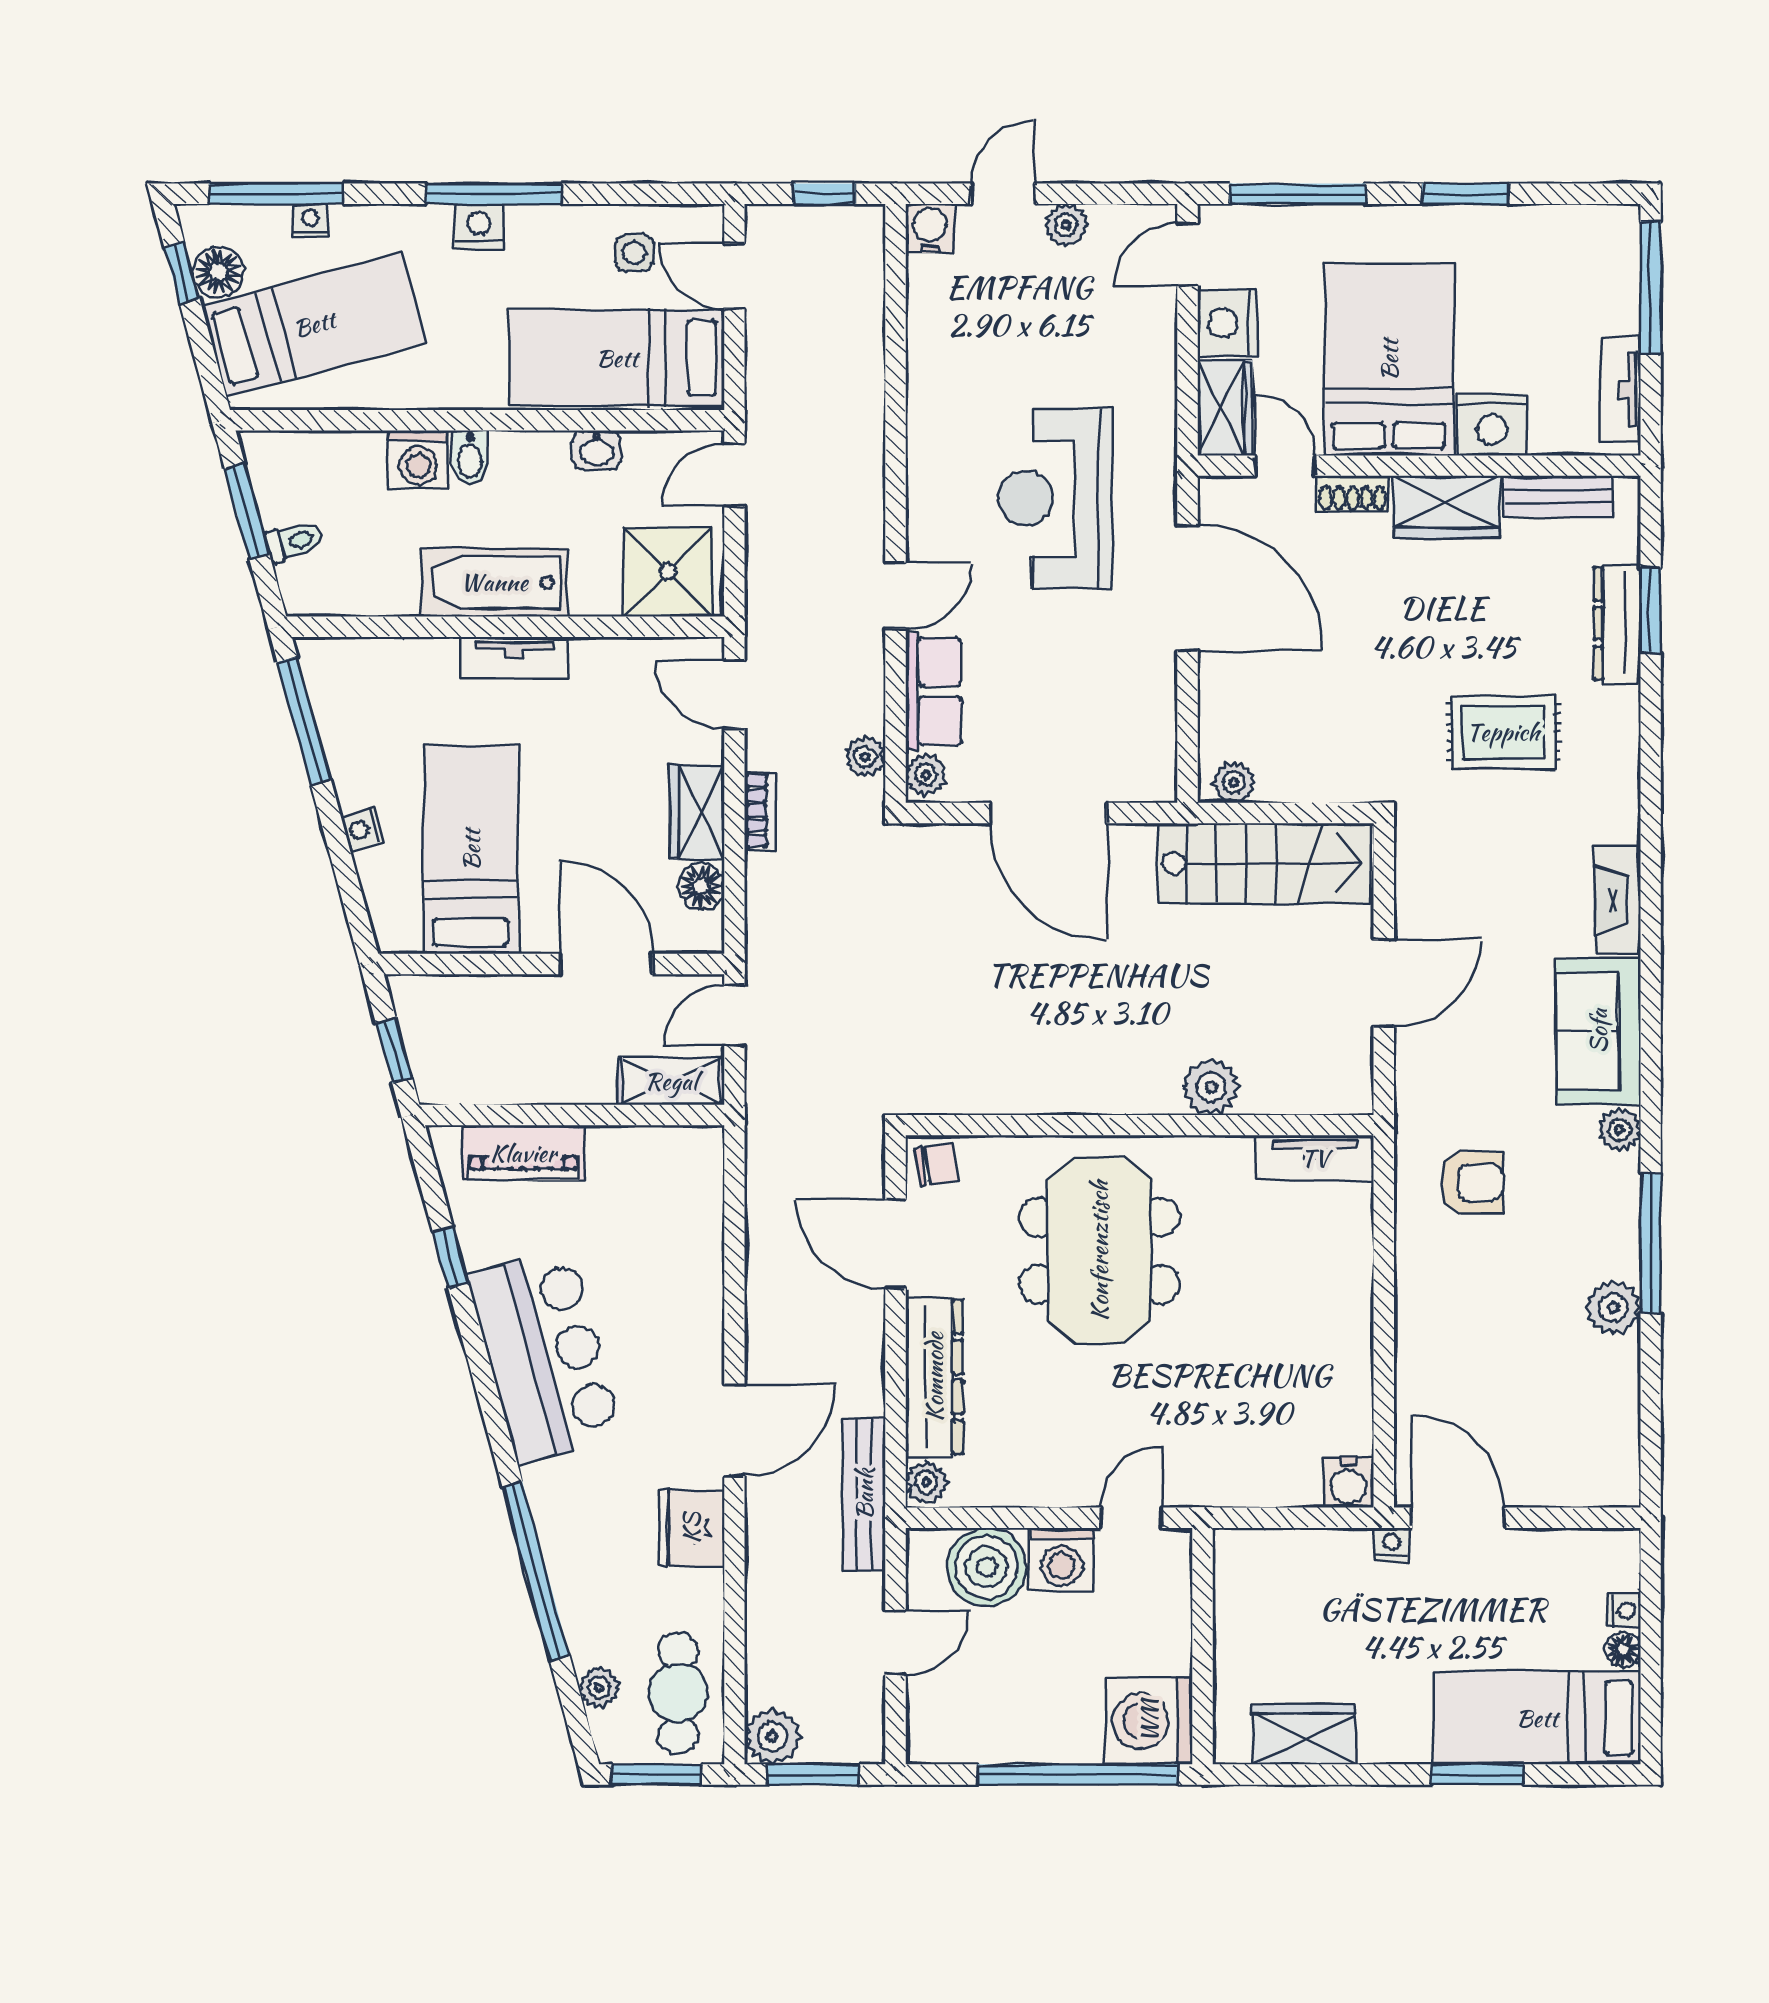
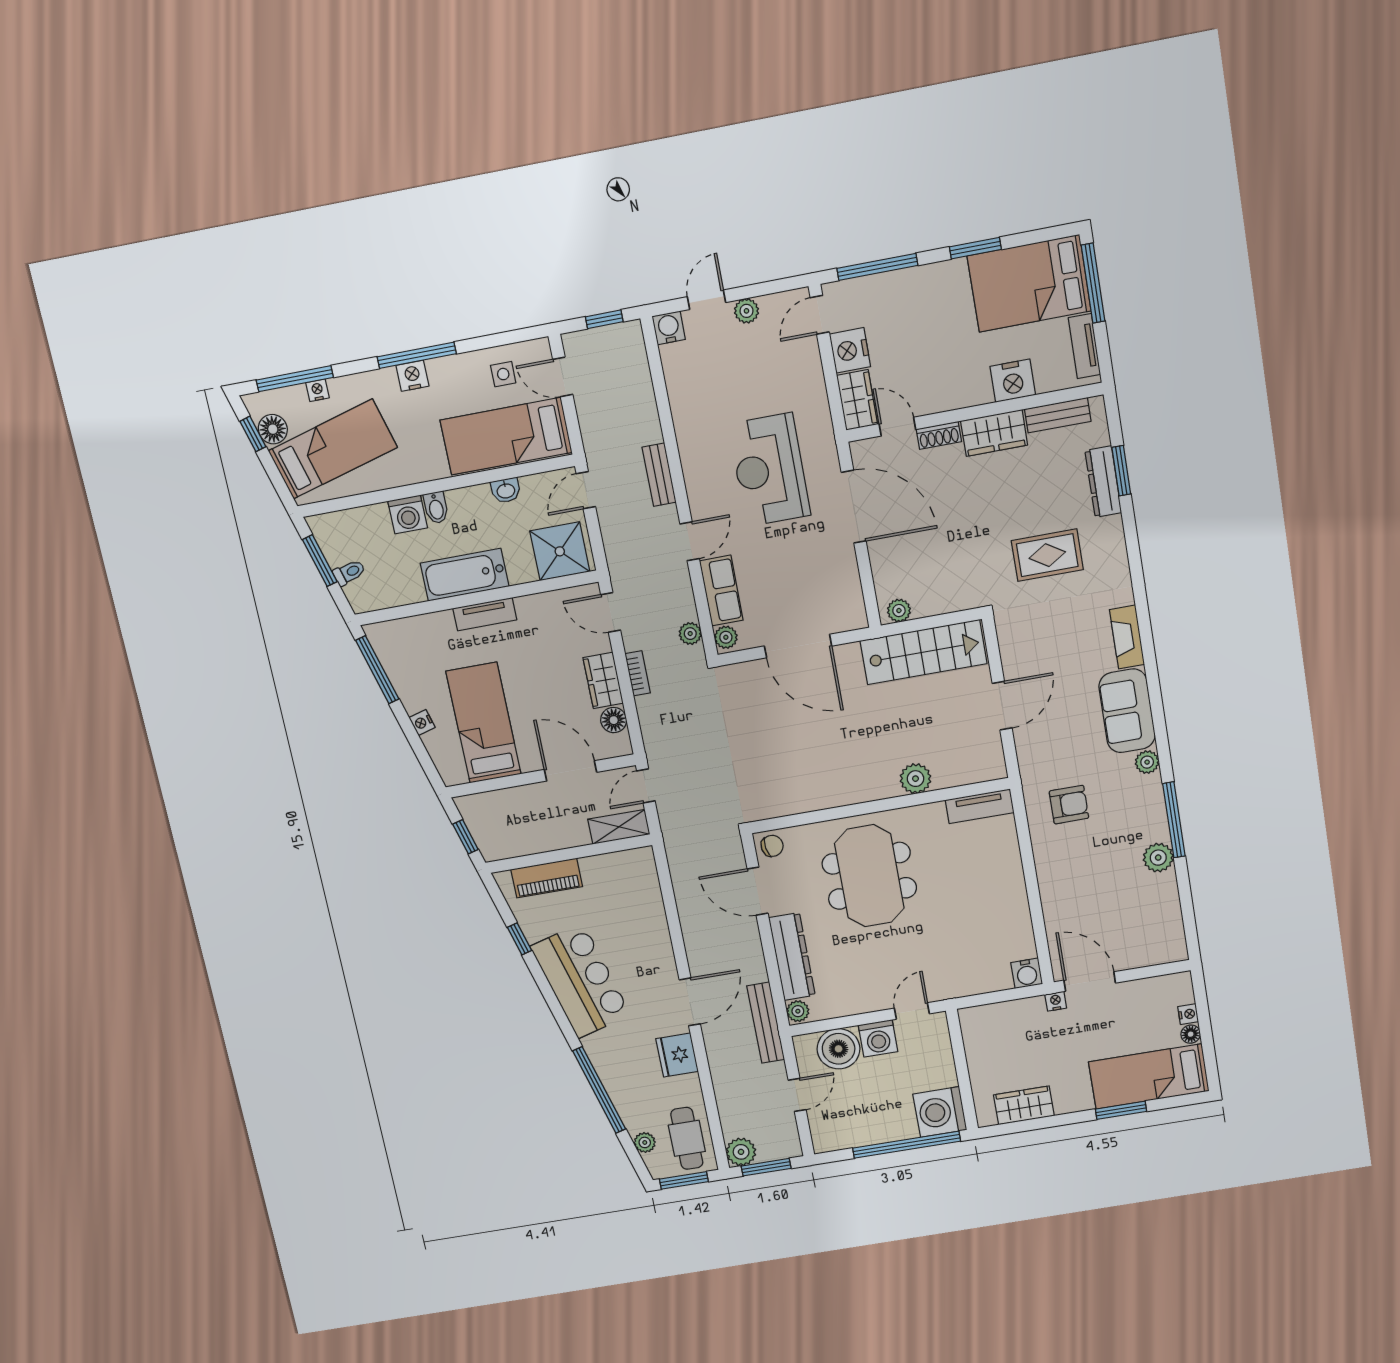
bed: (1389, 360) -> (1029, 283), moved, turned -90
bench: (865, 472) -> (659, 475), added

